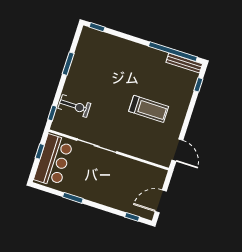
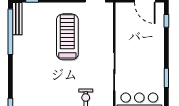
treadmill: (149, 109) -> (67, 37), width x1.37, depth x1.38

